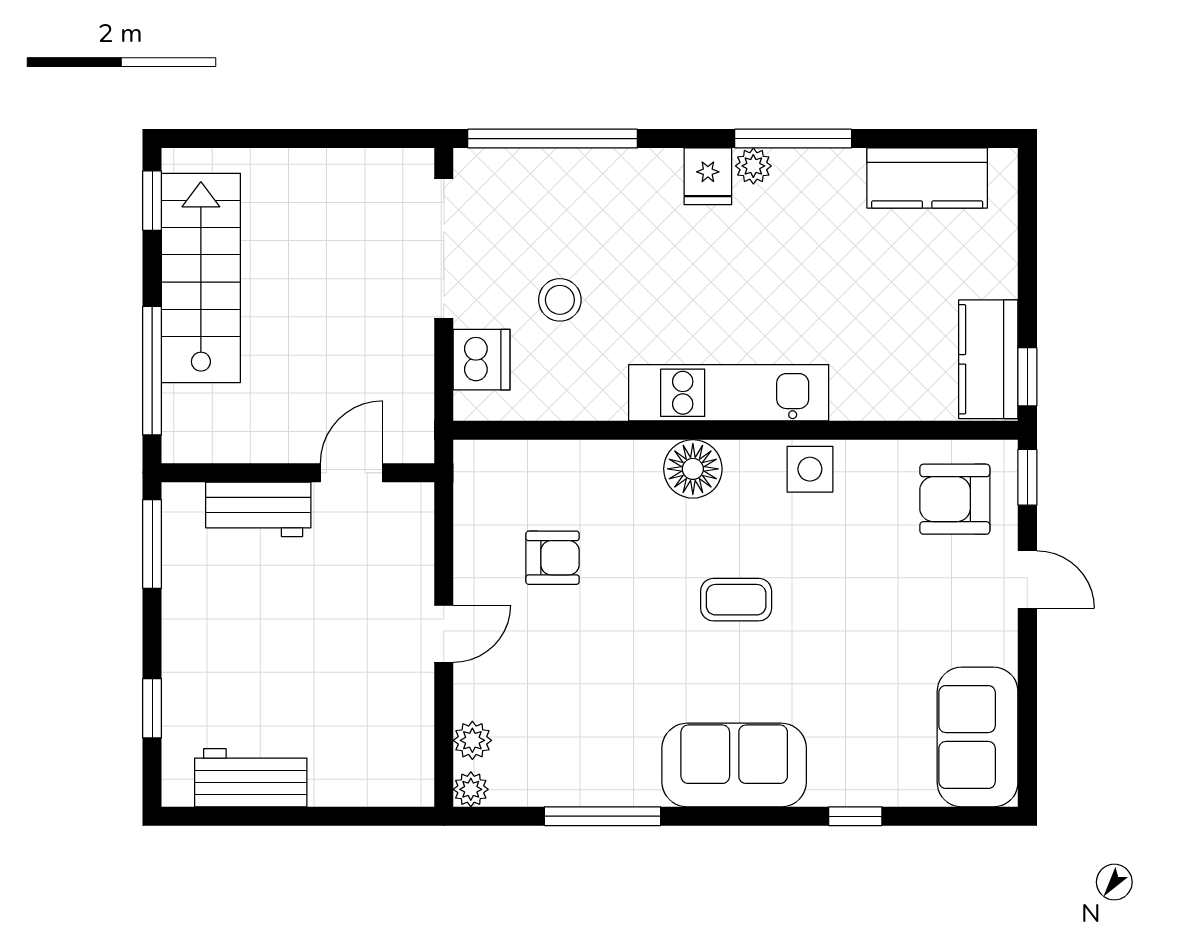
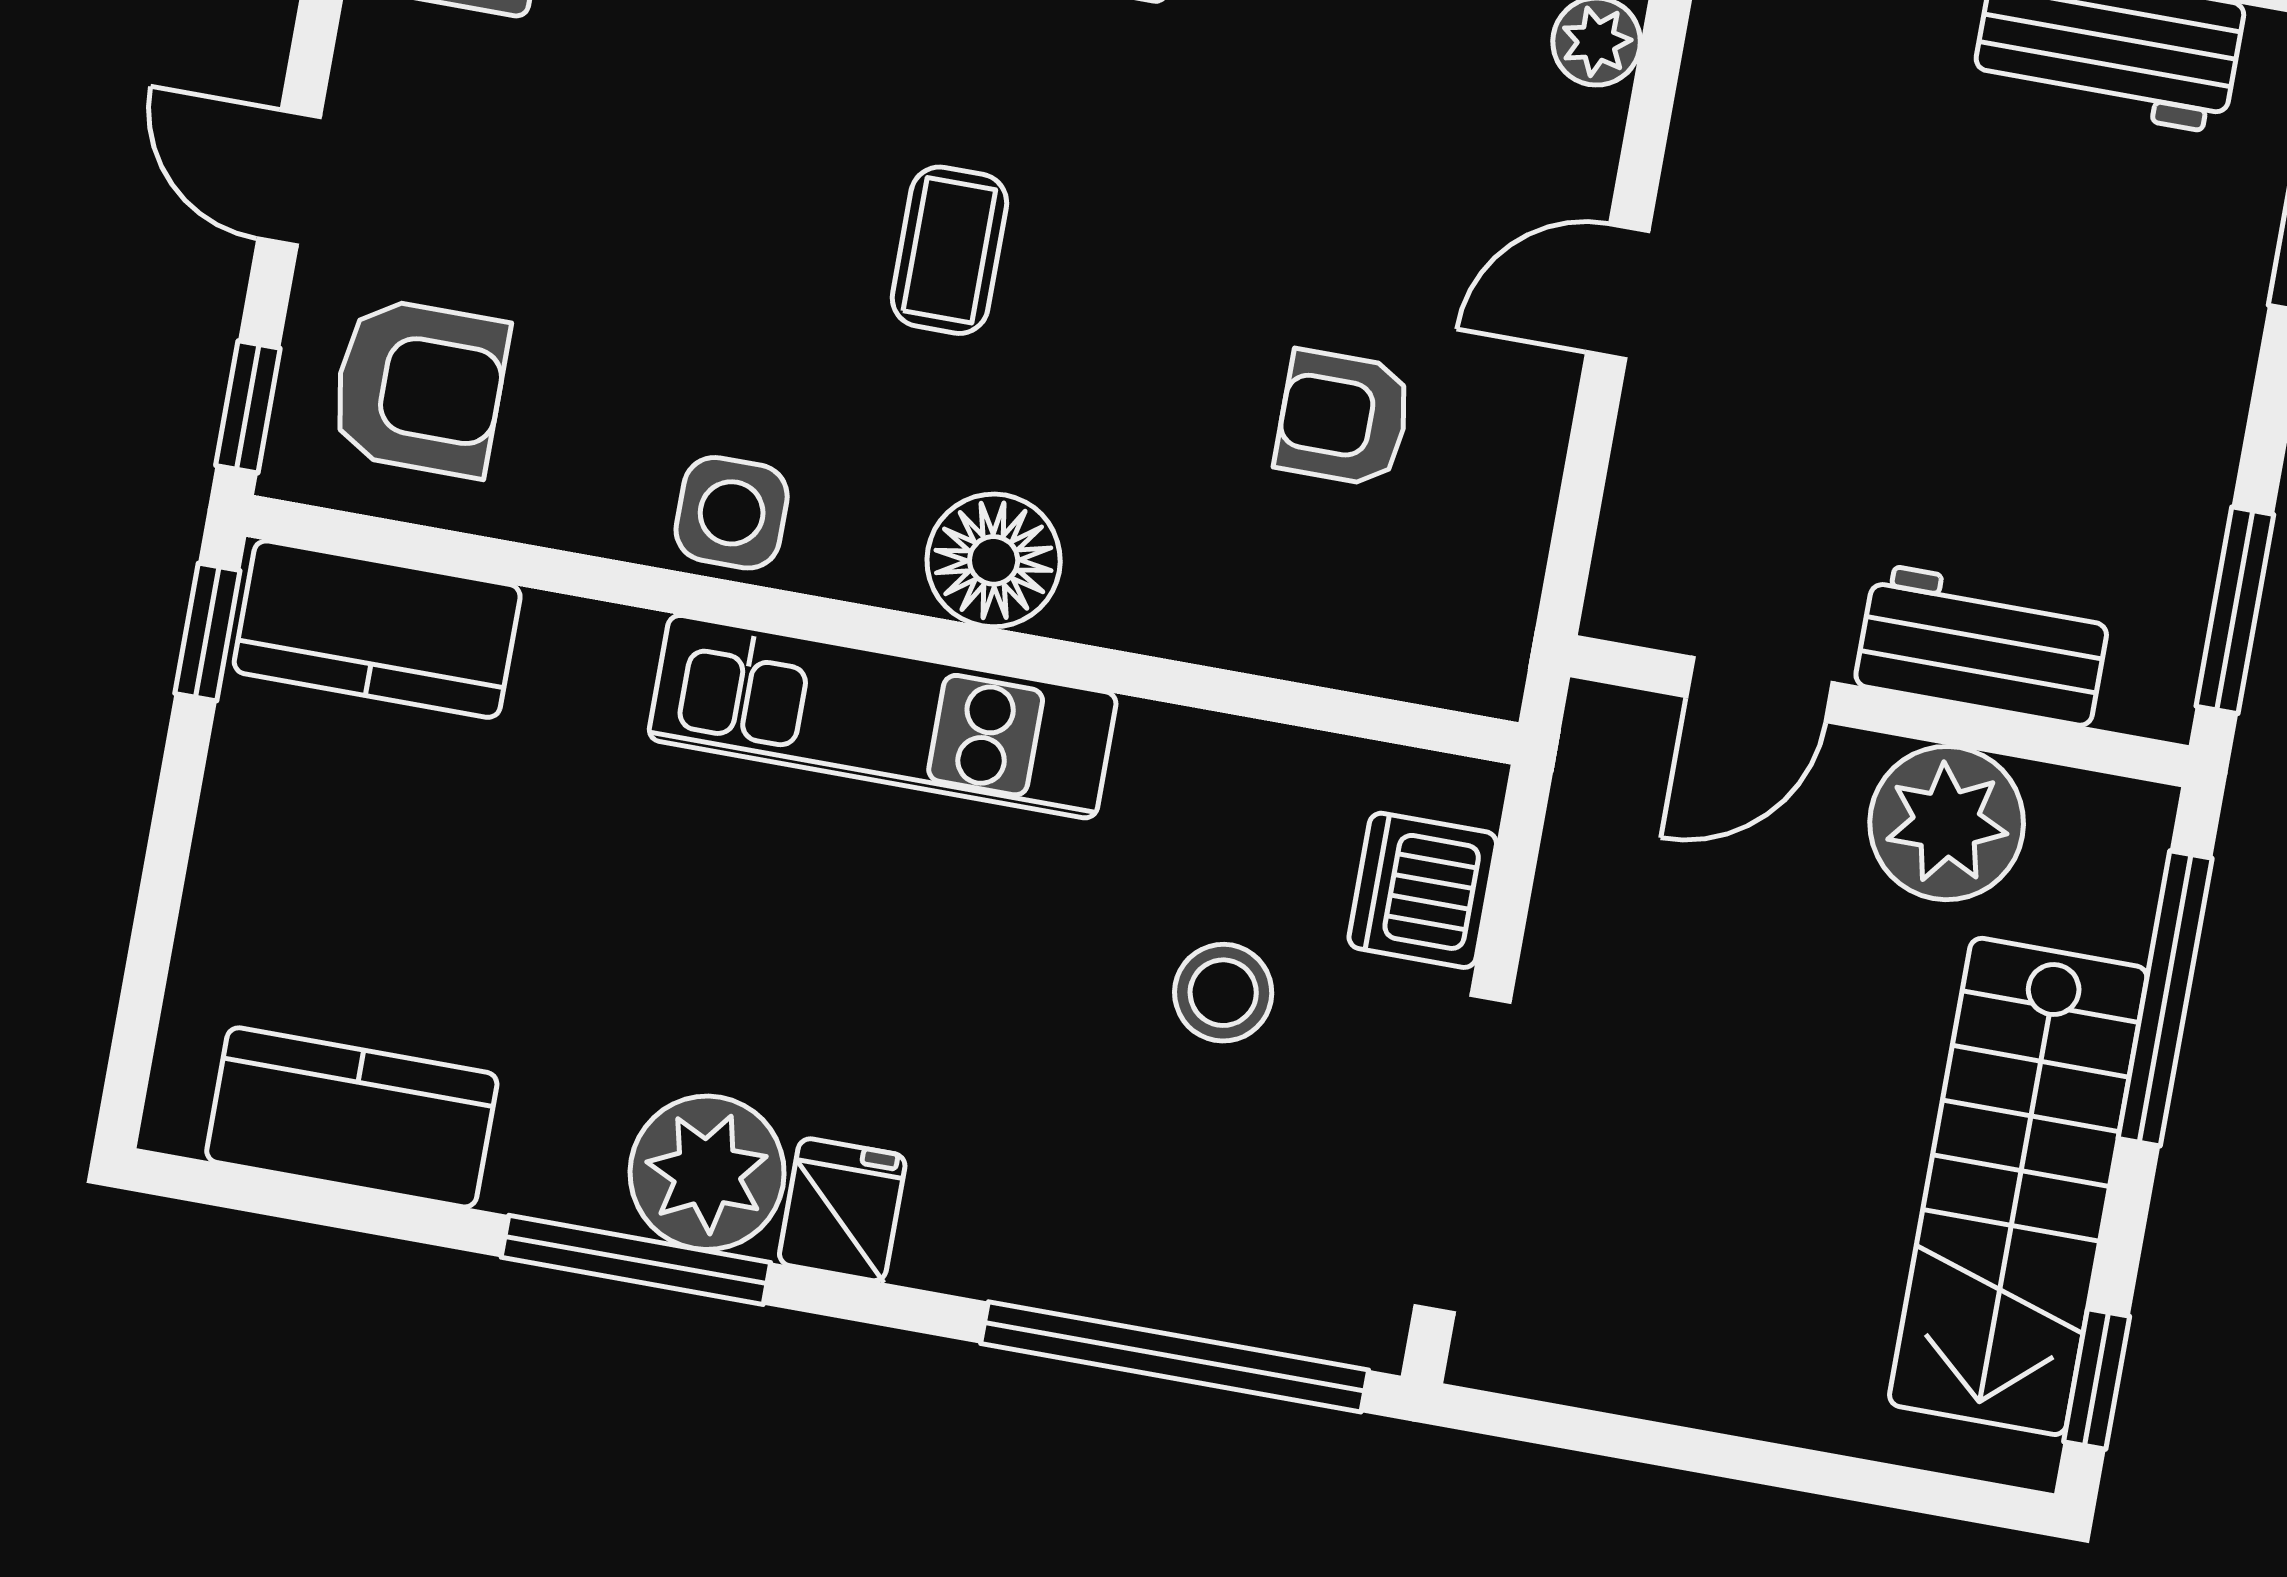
plant: (753, 166) -> (707, 1173), width x1.88, depth x1.88
kitchen counter: (988, 359) -> (377, 629), moved, turned 90
plant: (260, 430) -> (1947, 823), added
coffee table: (736, 600) -> (949, 250), turned 90

